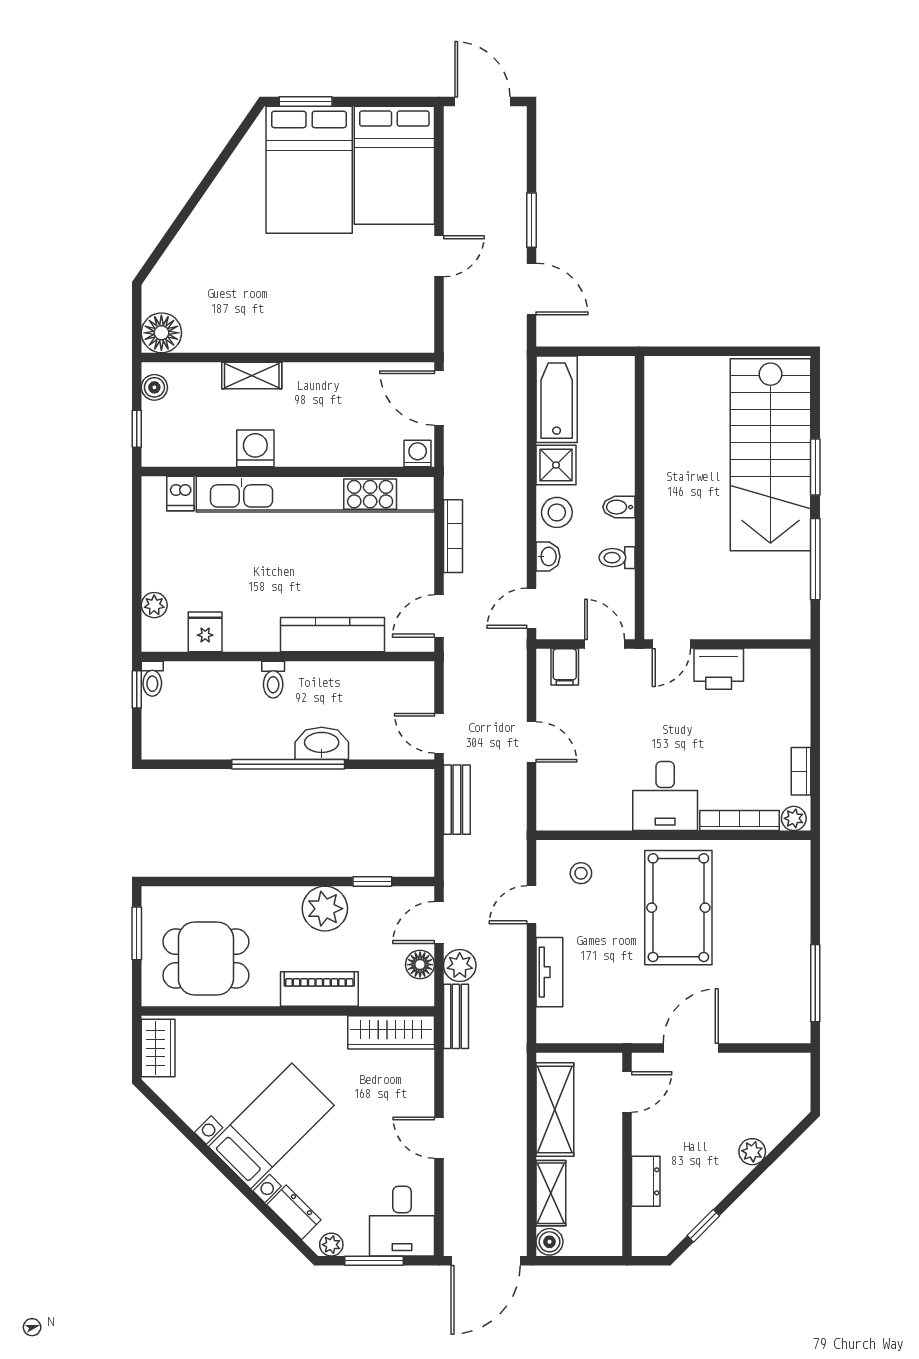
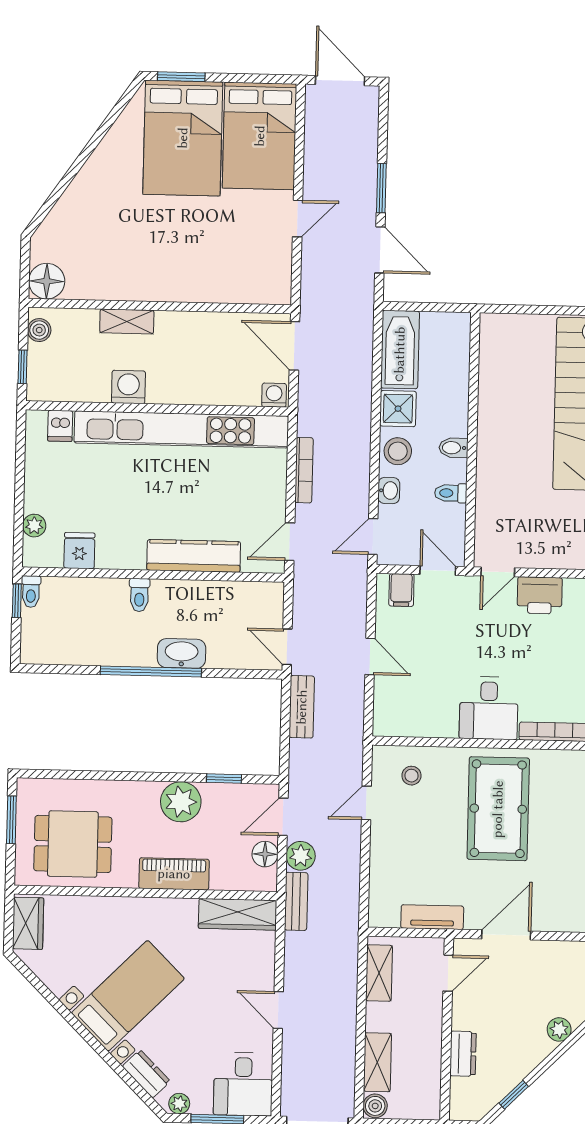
tv unit: (549, 972) -> (432, 917), moved, turned -90
shelving: (555, 1110) -> (379, 973), width x0.67, depth x0.75

